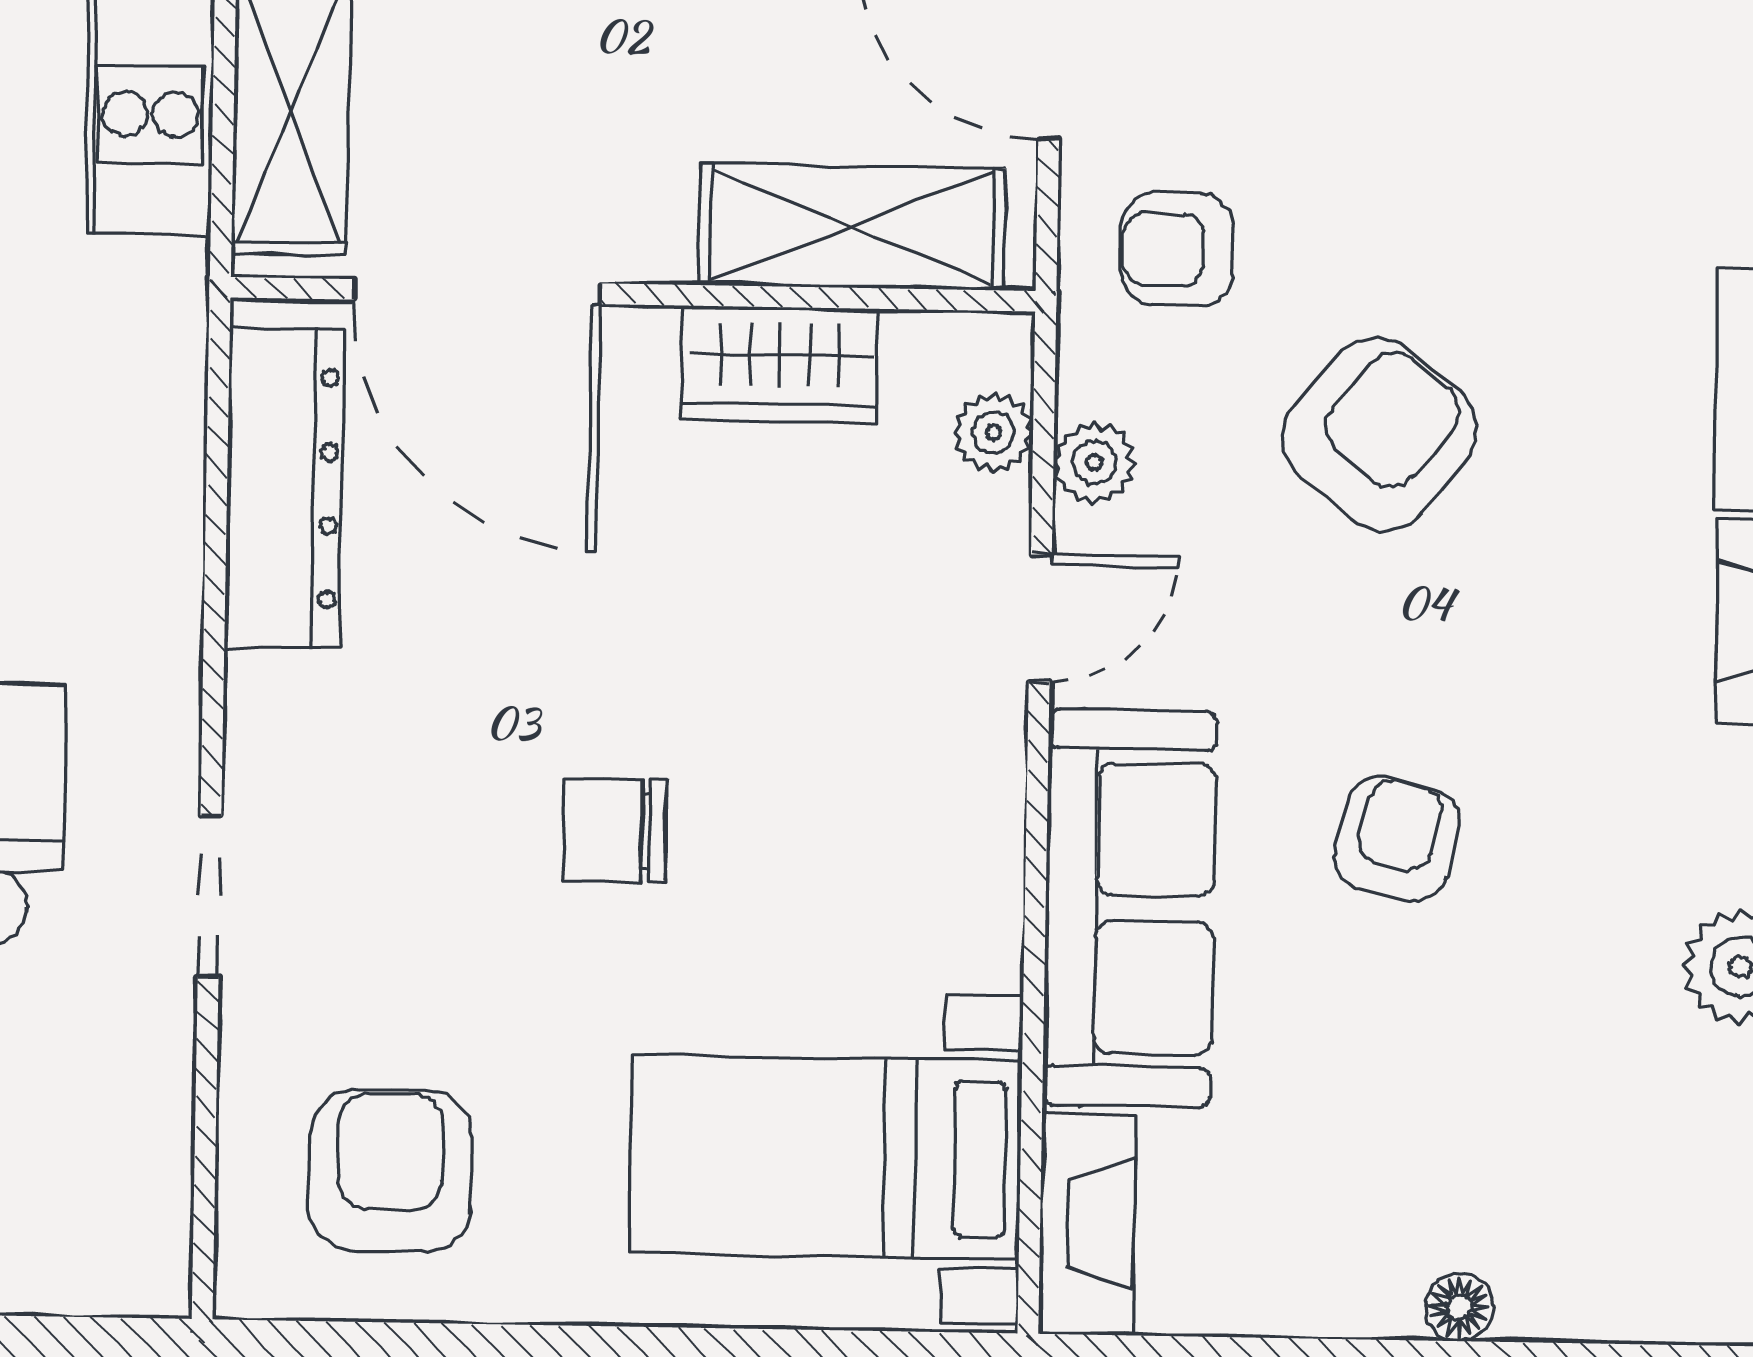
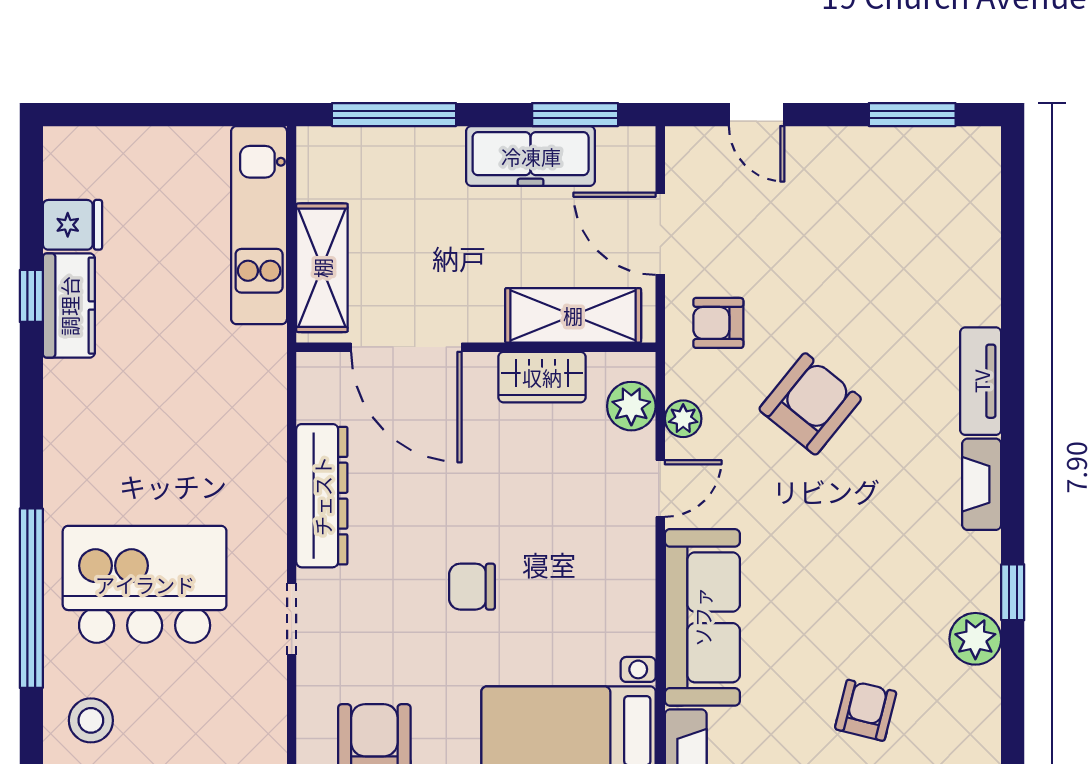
plant: (994, 432) -> (631, 406), width x1.38, depth x1.38
dresser: (284, 488) -> (322, 496), moved
armchair: (1397, 839) -> (866, 710), moved

